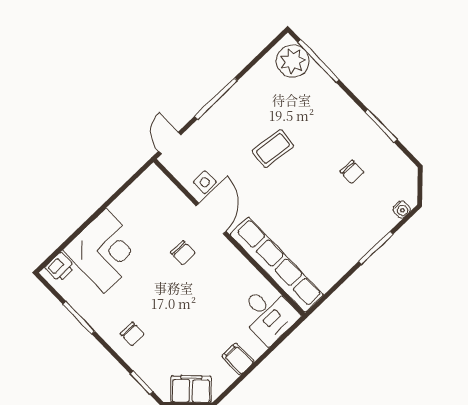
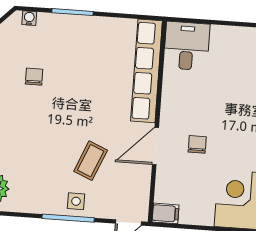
coffee table: (273, 148) -> (91, 161), moved, turned -74
side table: (205, 182) -> (76, 201), moved
filing cabinet: (238, 359) -> (166, 213), moved, turned -90

